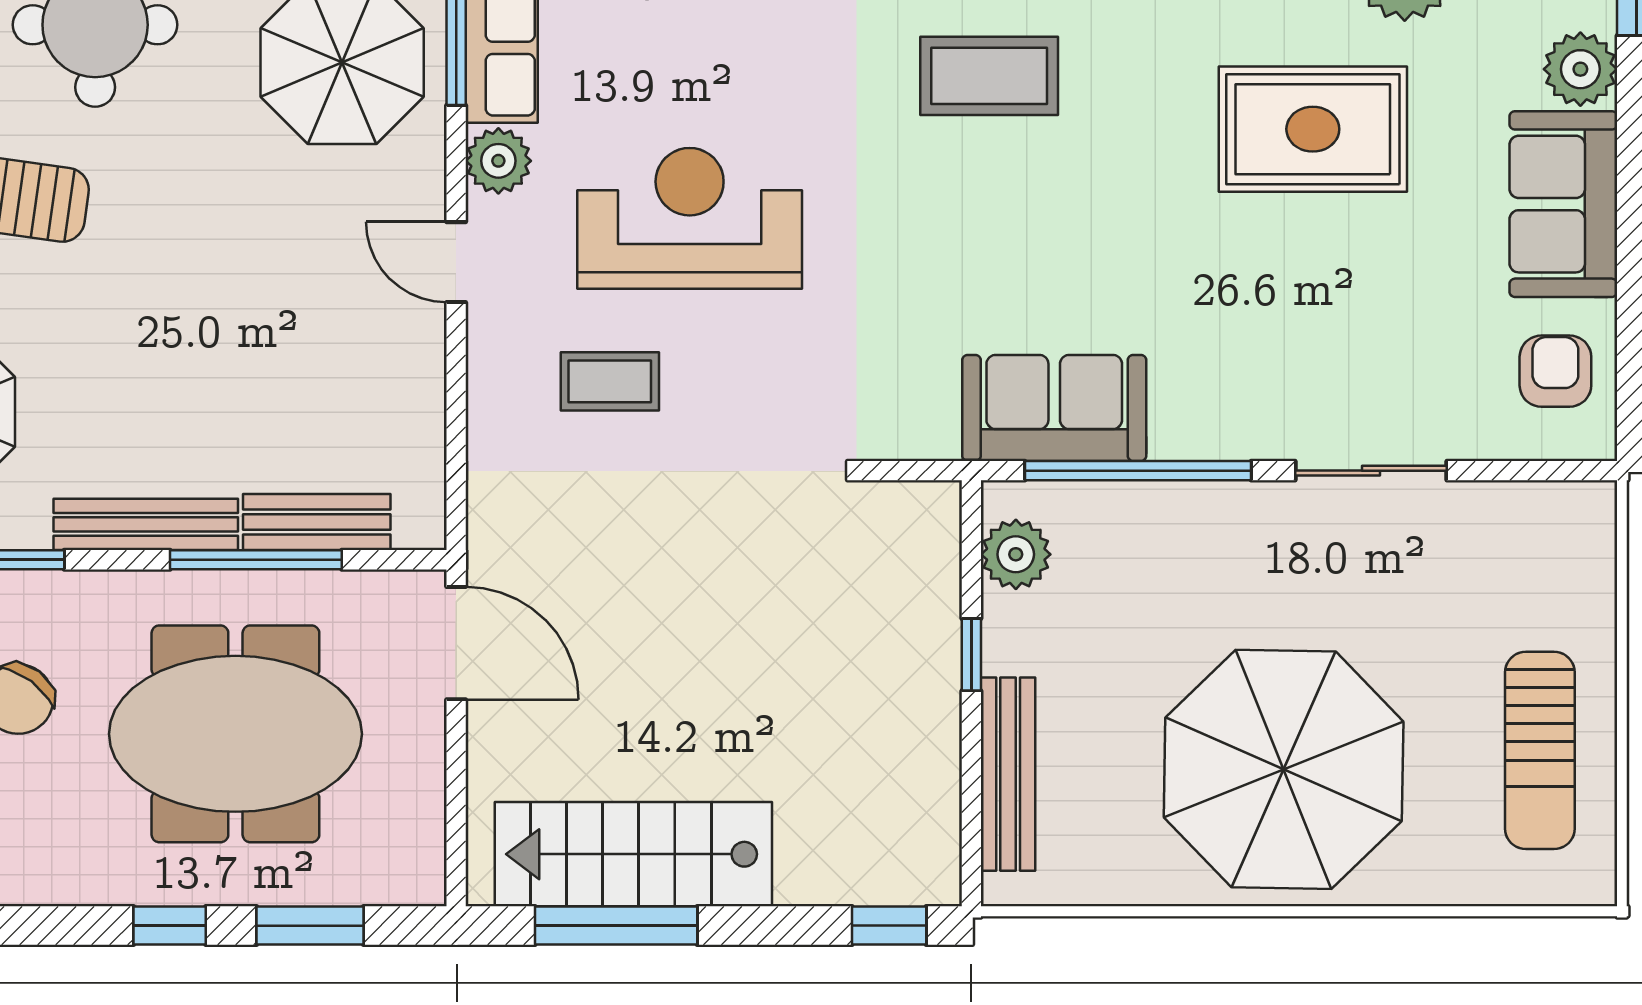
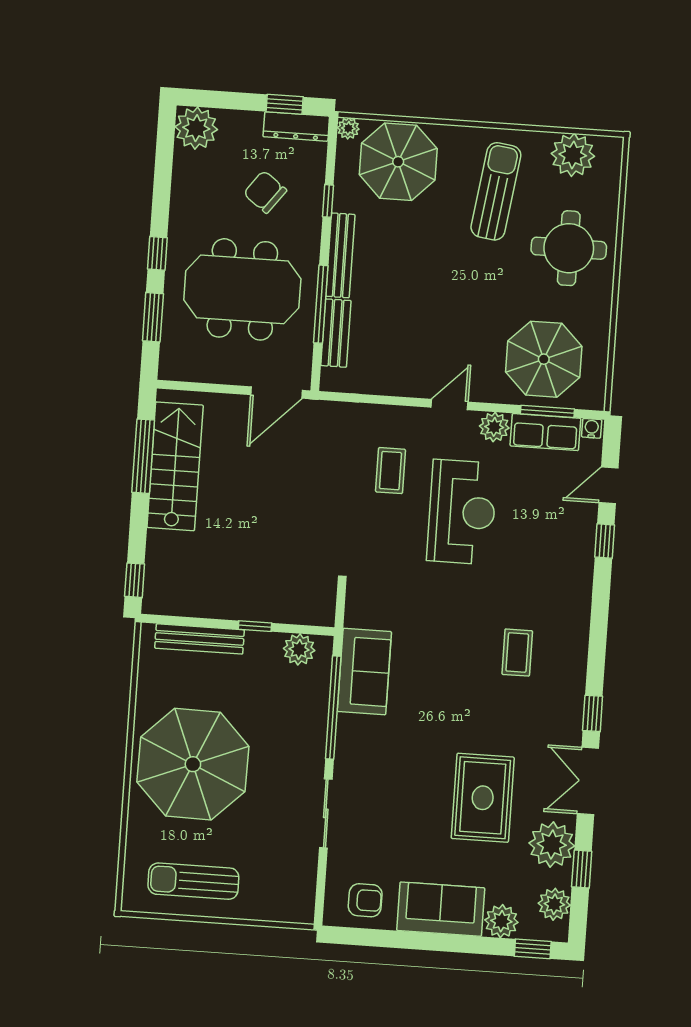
coffee table: (989, 76) -> (517, 653), width x0.73, depth x0.77
meeting table: (235, 734) -> (242, 289), turned 90

